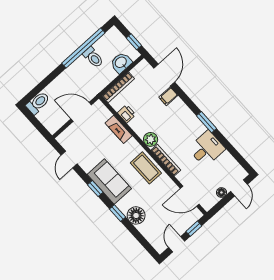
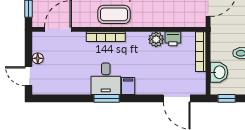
filing cabinet: (168, 96) -> (128, 86), moved
fireplace: (119, 129) -> (166, 21), removed
plant: (151, 139) -> (156, 39), moved
desk: (207, 149) -> (106, 79), moved

